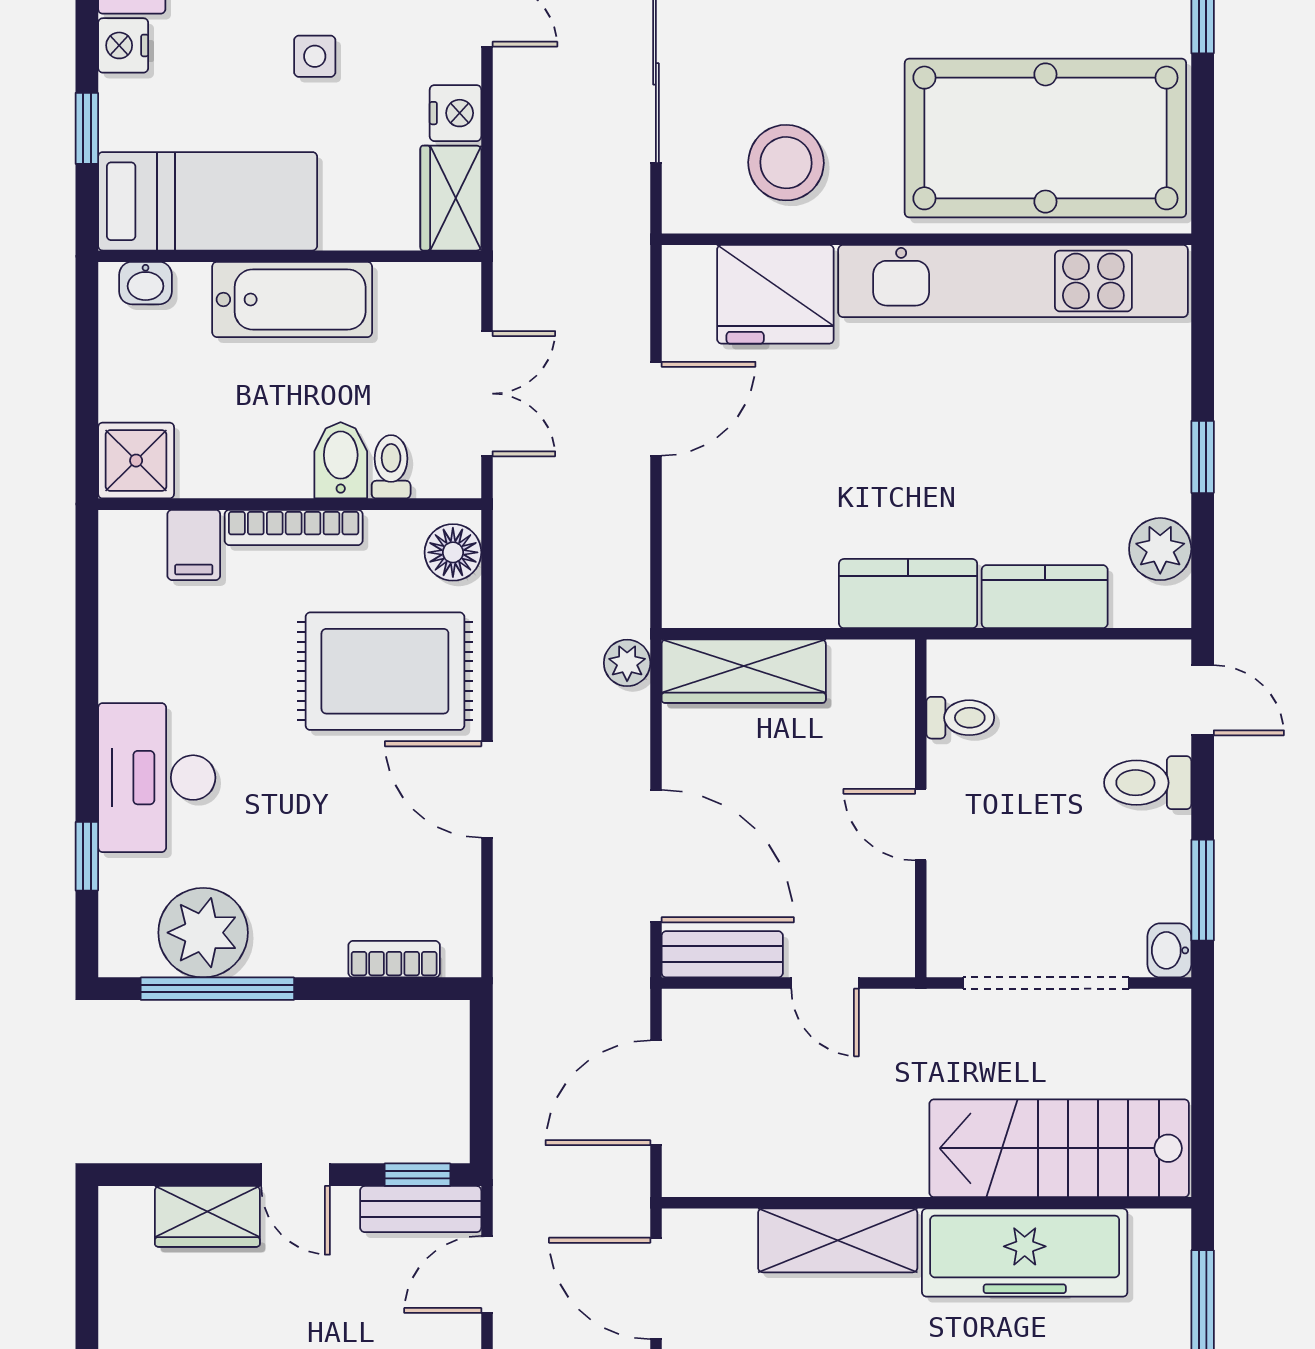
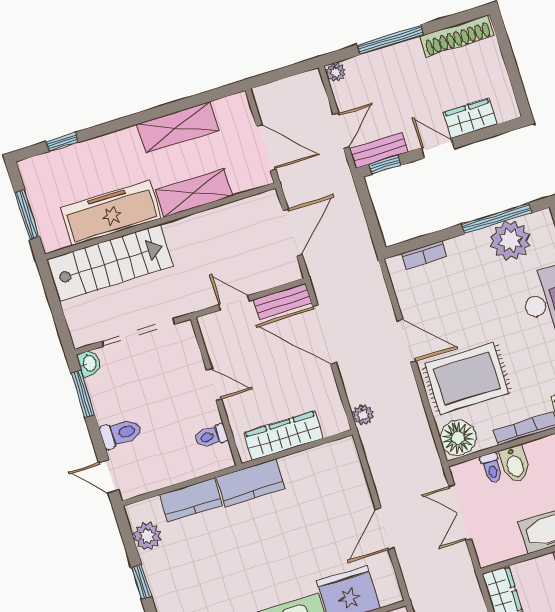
floor lamp: (453, 552) -> (458, 438), width x1.38, depth x1.38
wardrobe: (744, 671) -> (283, 436), moved

